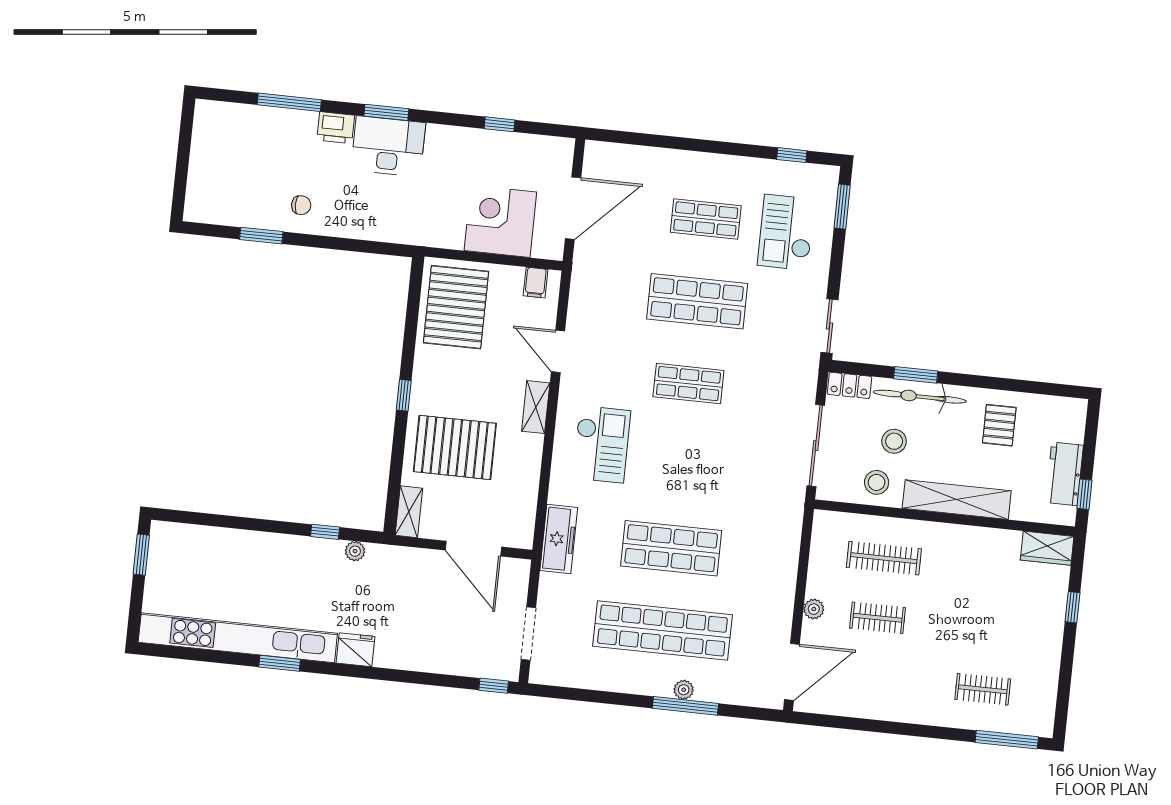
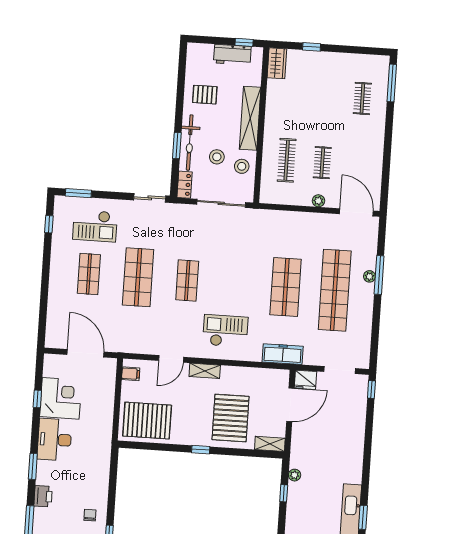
desk: (388, 146) -> (55, 440), moved
corner desk: (500, 221) -> (61, 398), moved, turned 180
fridge: (356, 650) -> (305, 380), moved, turned -90

